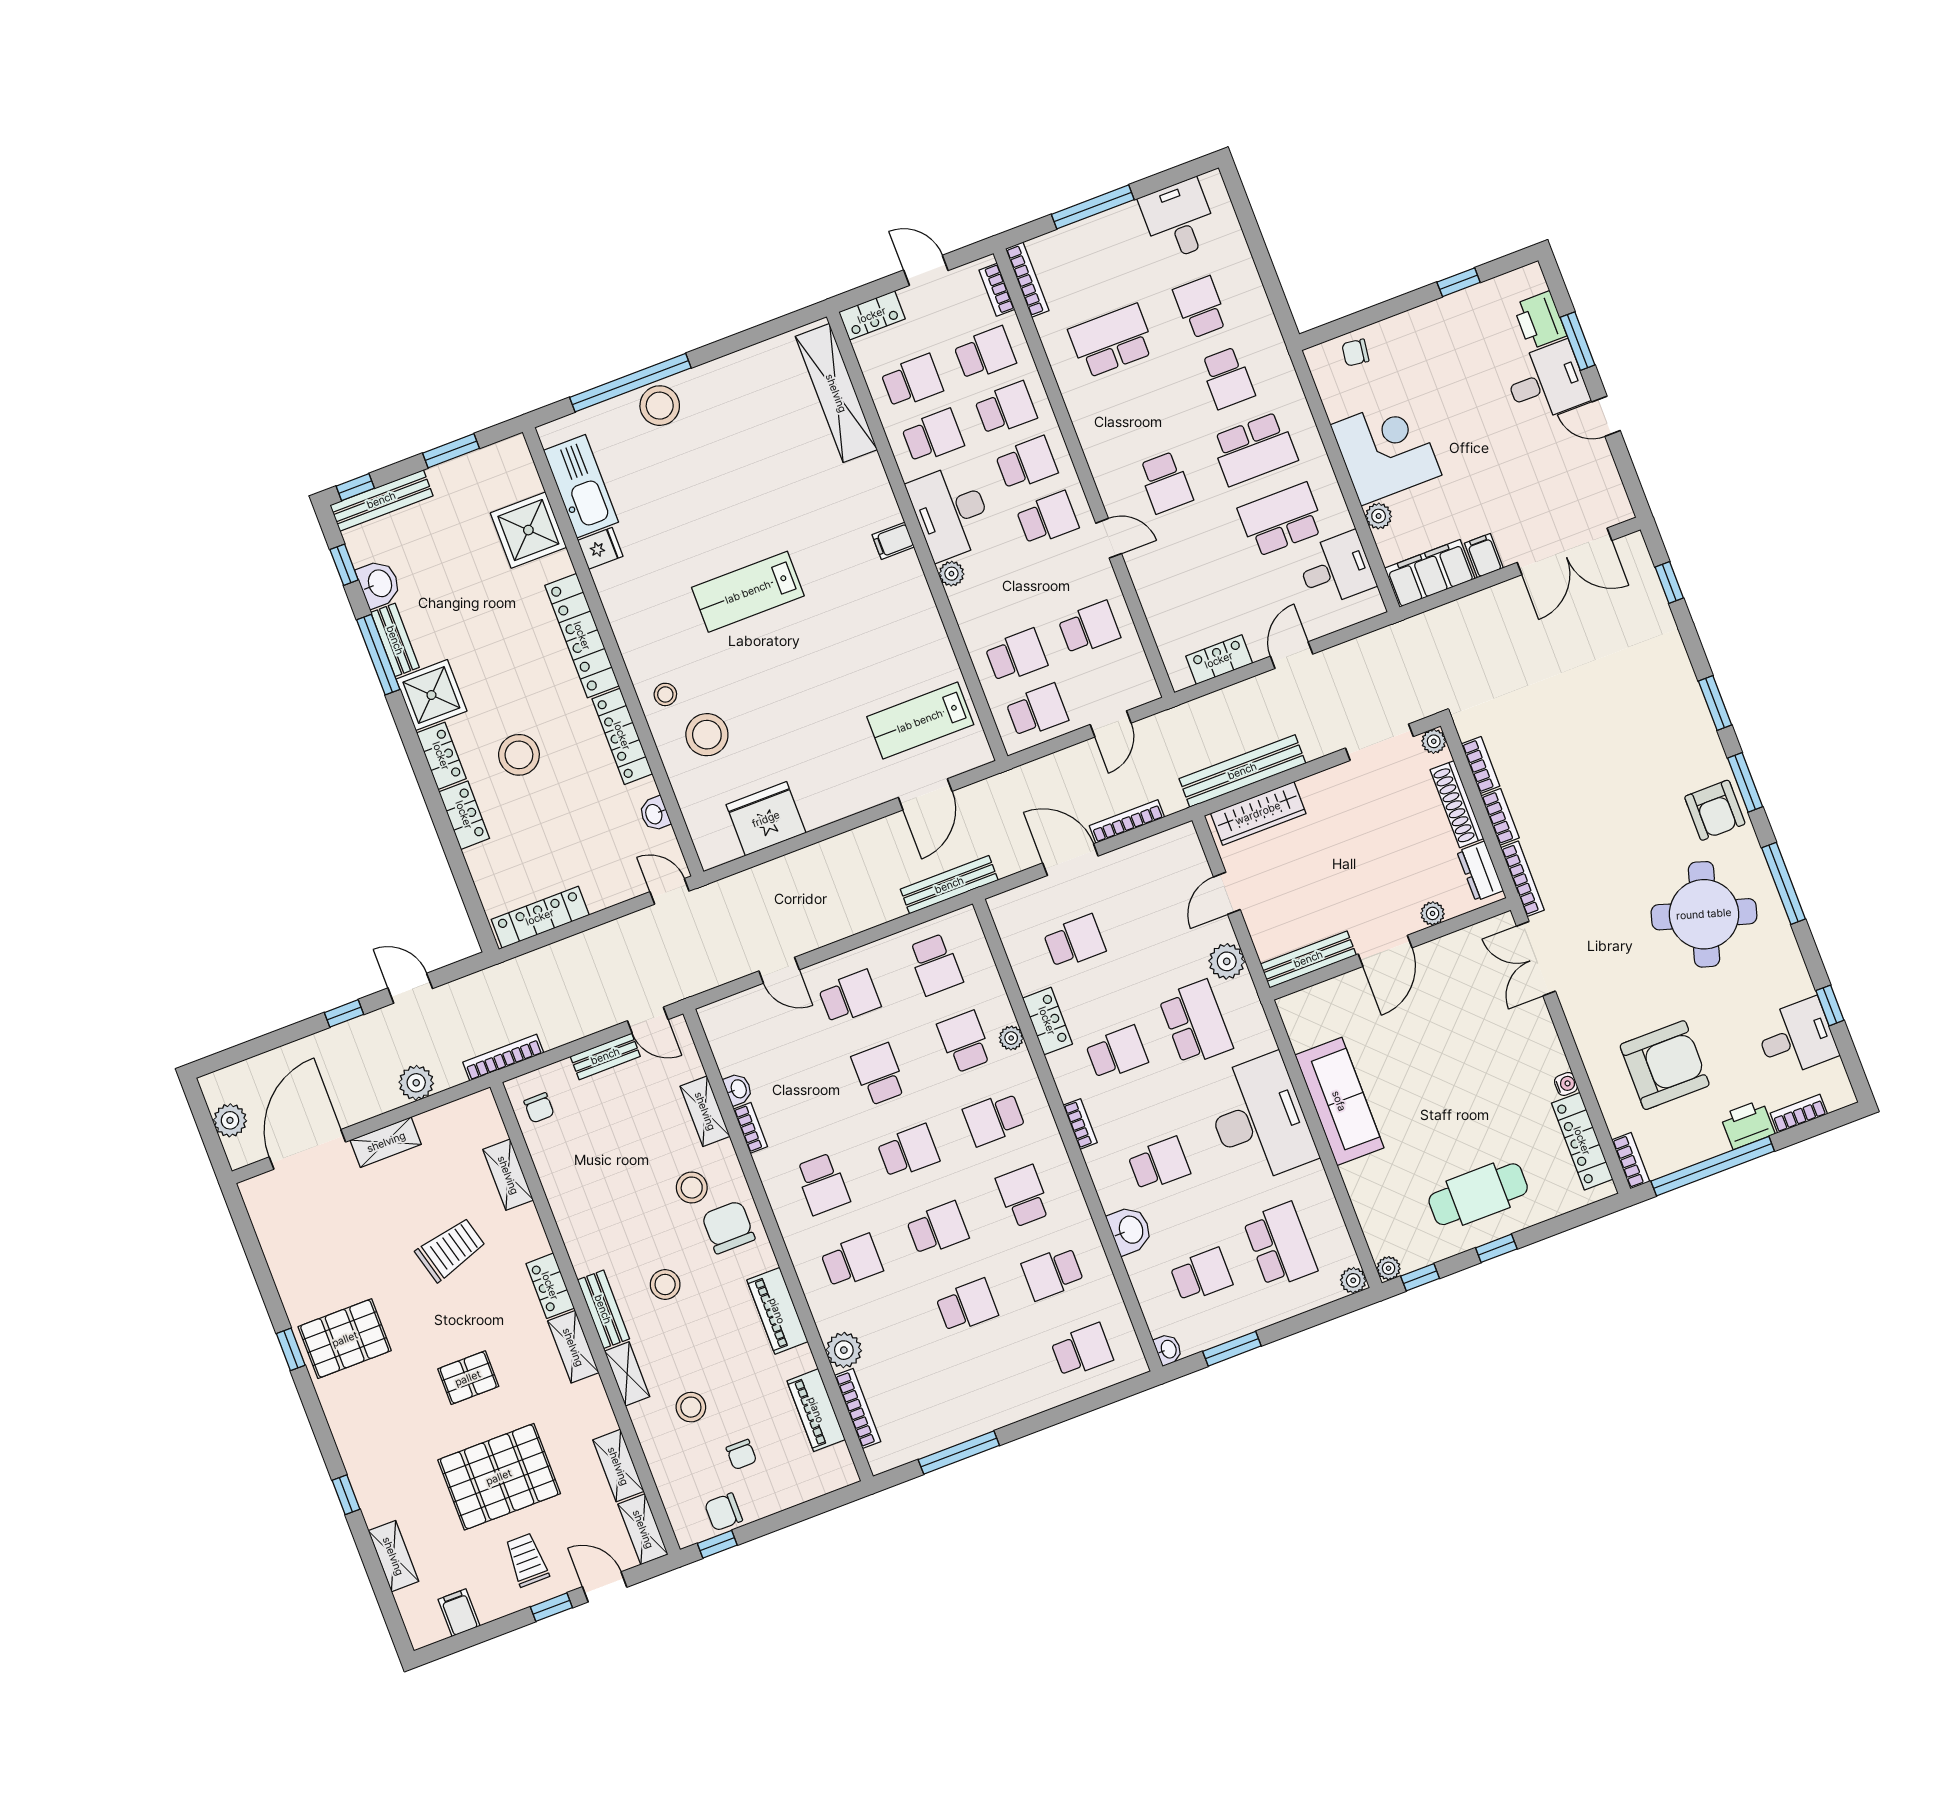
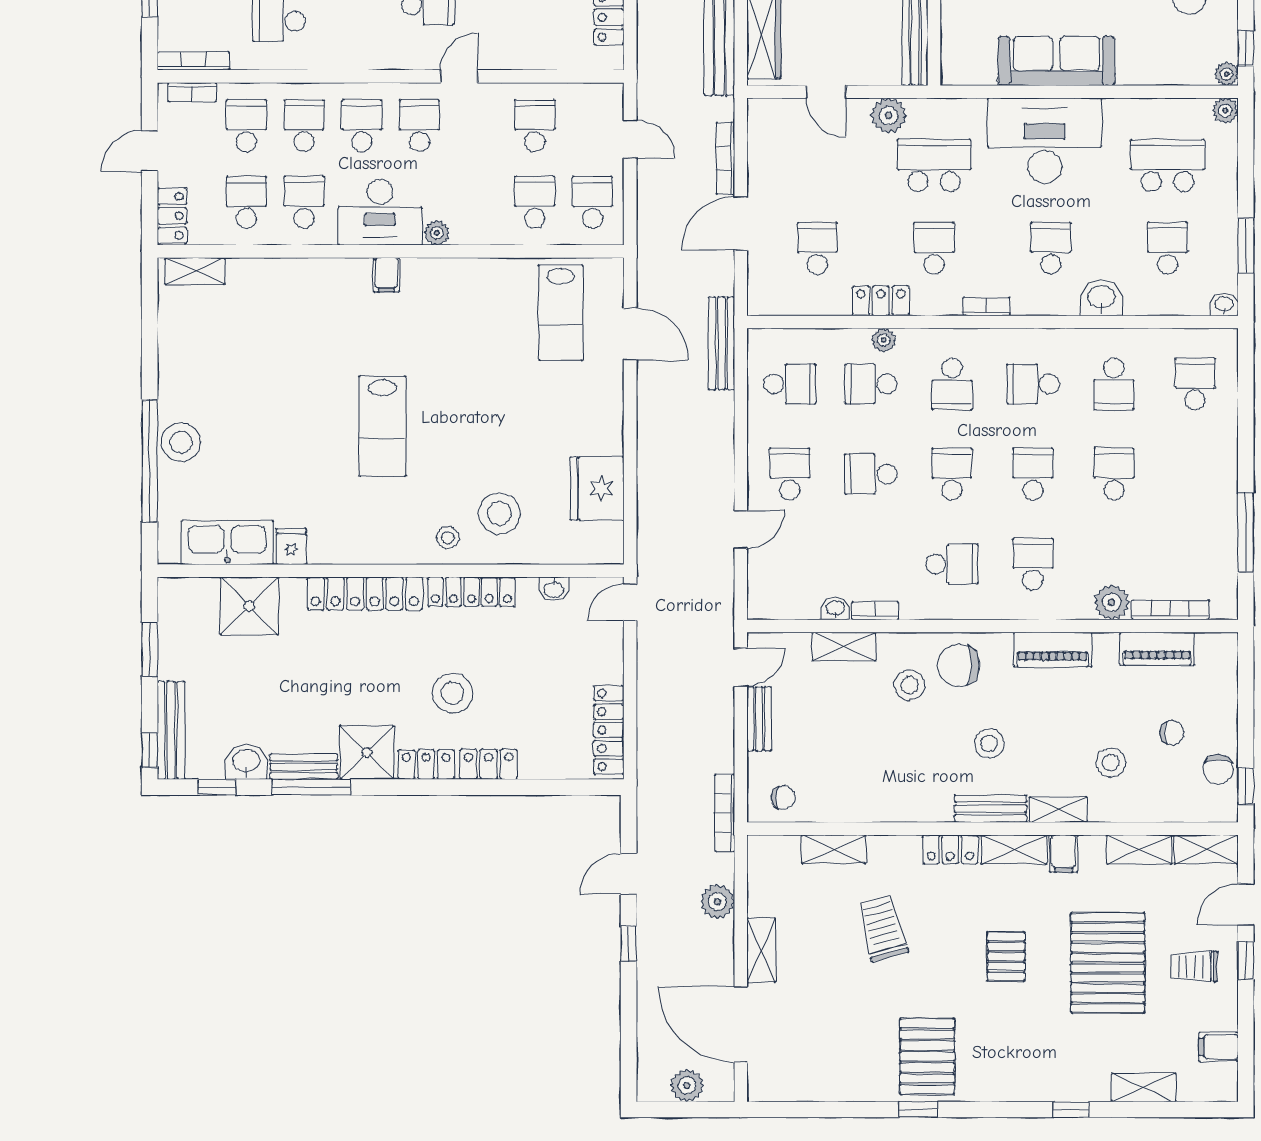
shelving: (836, 393) -> (195, 271), width x0.45, depth x0.75
filing cabinet: (587, 1395) -> (1064, 854), added

